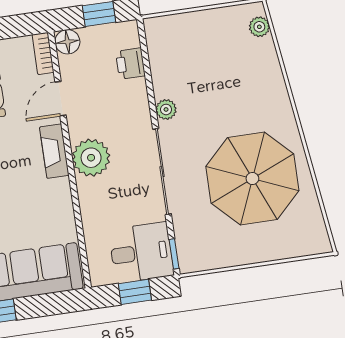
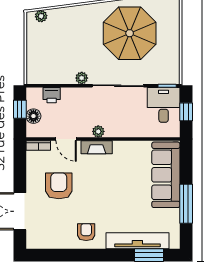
floor lamp: (67, 42) -> (33, 116), moved
plant: (91, 158) -> (98, 131), width x0.53, depth x0.53

